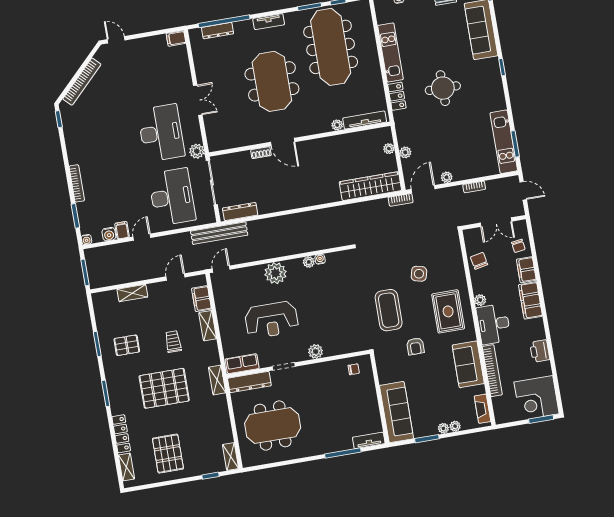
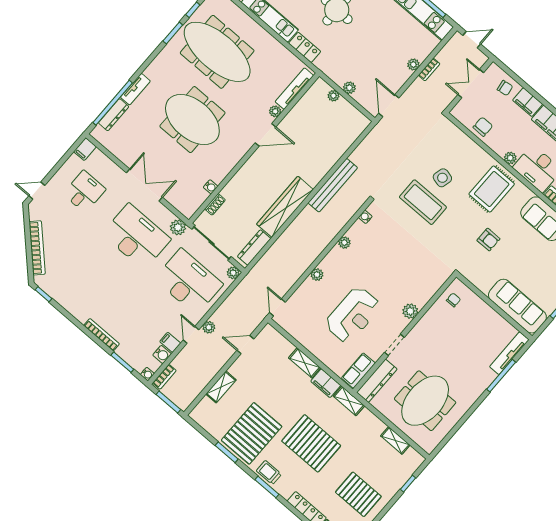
tv unit: (269, 22) -> (135, 89), moved
desk: (150, 69) -> (84, 192), added
double door: (198, 100) -> (144, 185), width x1.37
water cooler: (245, 141) -> (211, 187), added
door: (283, 142) -> (265, 135), moved
shoe rack: (261, 153) -> (215, 204), moved
plant: (447, 177) -> (413, 65), moved
wardrobe: (370, 186) -> (285, 207), moved
bookcase: (401, 200) -> (164, 377), moved
plant: (210, 217) -> (233, 273), added
double door: (496, 222) -> (471, 84), swing flipped
bench: (219, 233) -> (333, 185), moved
plant: (159, 242) -> (209, 327), added
water cooler: (320, 259) -> (365, 217), moved
chair: (479, 261) -> (483, 127), turned 101
plant: (276, 273) -> (317, 275), width x0.53, depth x0.53
door: (175, 277) -> (245, 345), hinge flipped
filing cabinet: (201, 299) -> (326, 383), moved
coffee table: (389, 310) -> (423, 202), moved
rug: (448, 311) -> (492, 189), turned 90
trolley: (173, 342) -> (269, 473), moved
pallet: (127, 345) -> (252, 433), width x2.05, depth x2.00
pallet: (164, 388) -> (311, 443), turned 90
tv unit: (369, 440) -> (509, 353), width x1.41
shelving: (231, 457) -> (395, 440), moved

